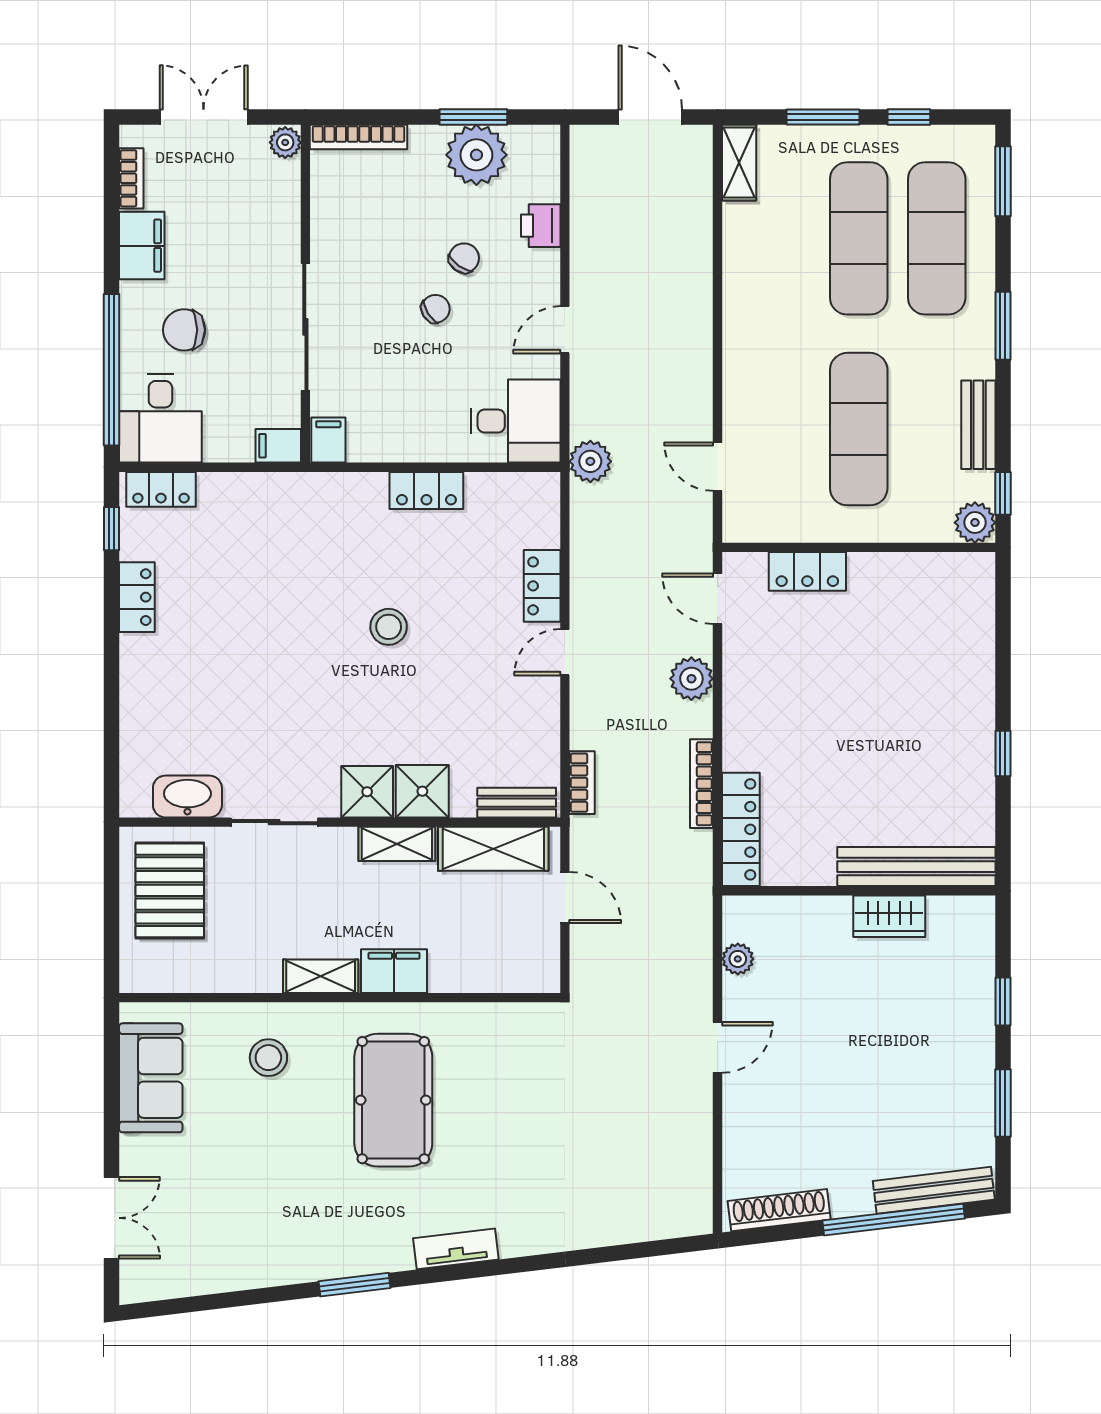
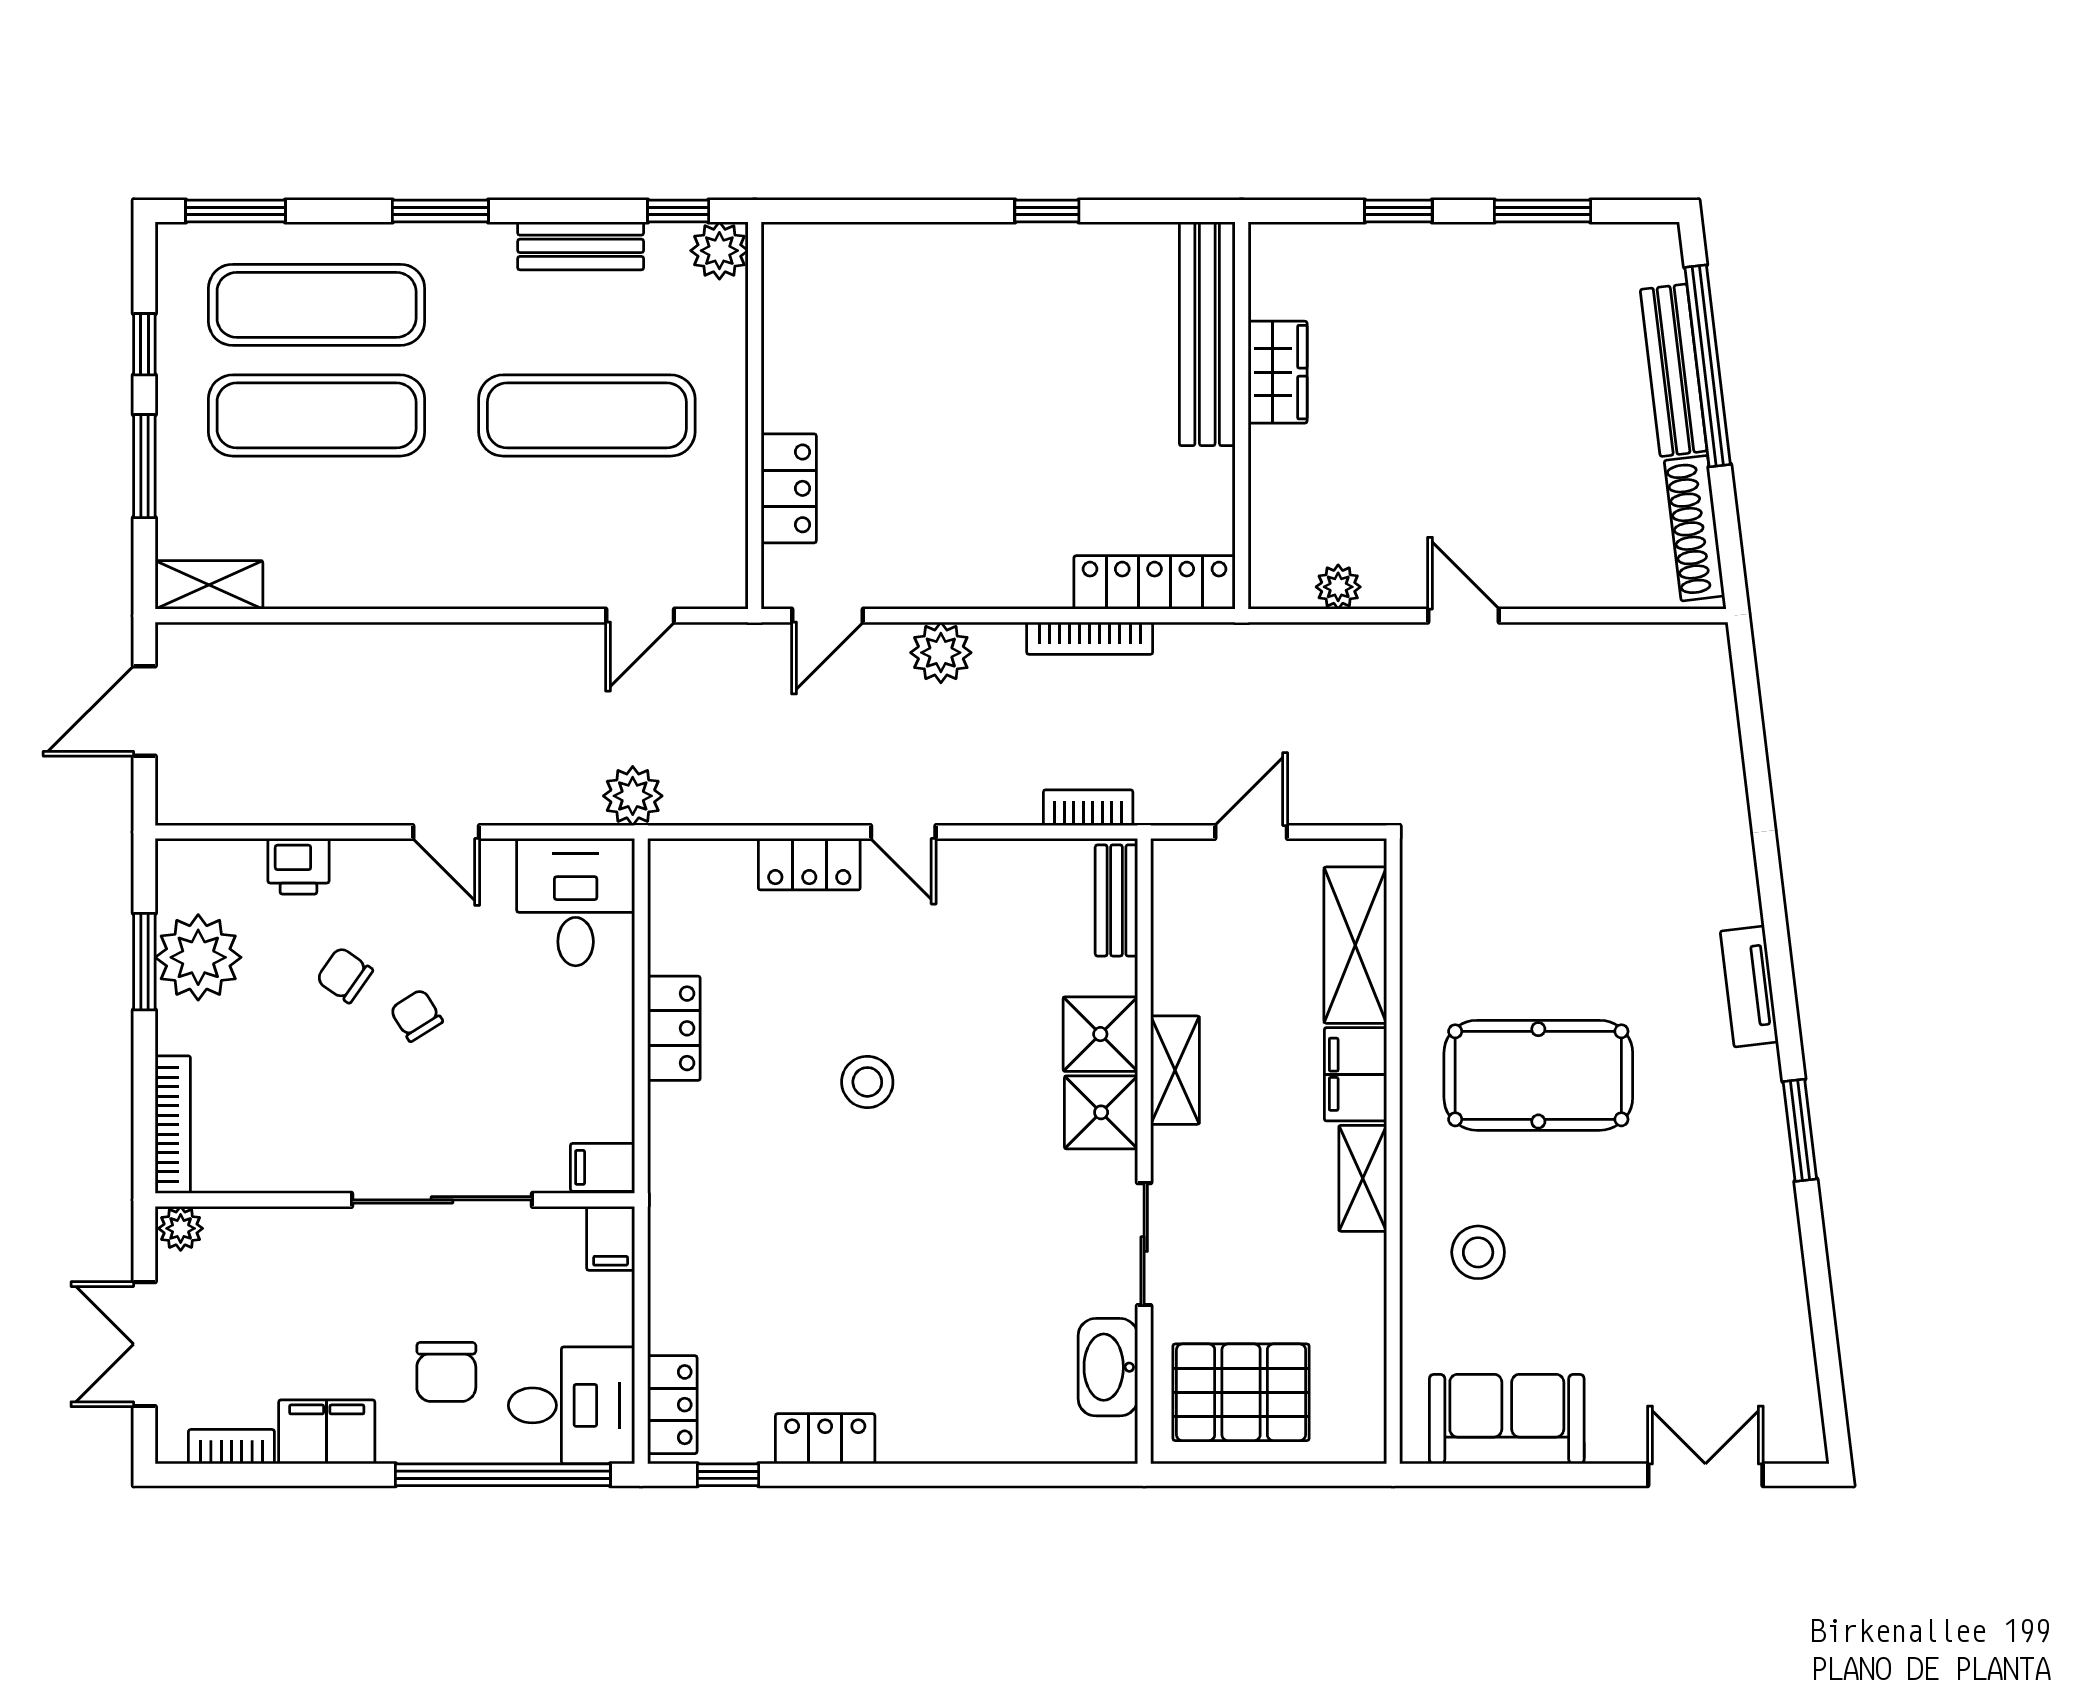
shelving: (493, 849) -> (1355, 945), moved
bench: (934, 1190) -> (1674, 370), moved

